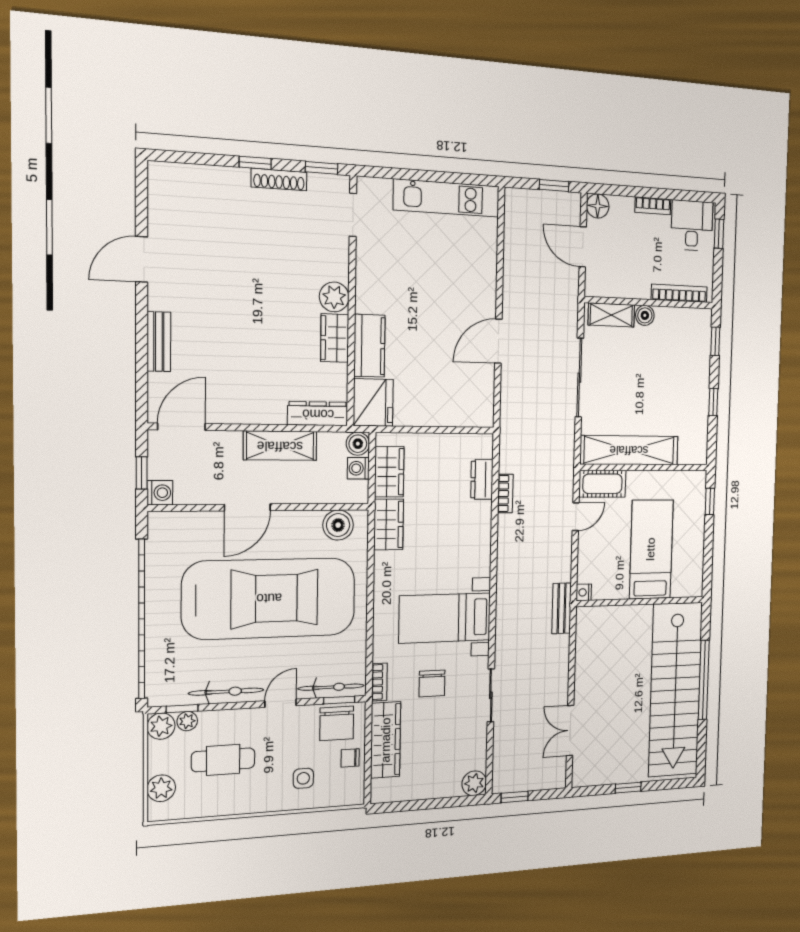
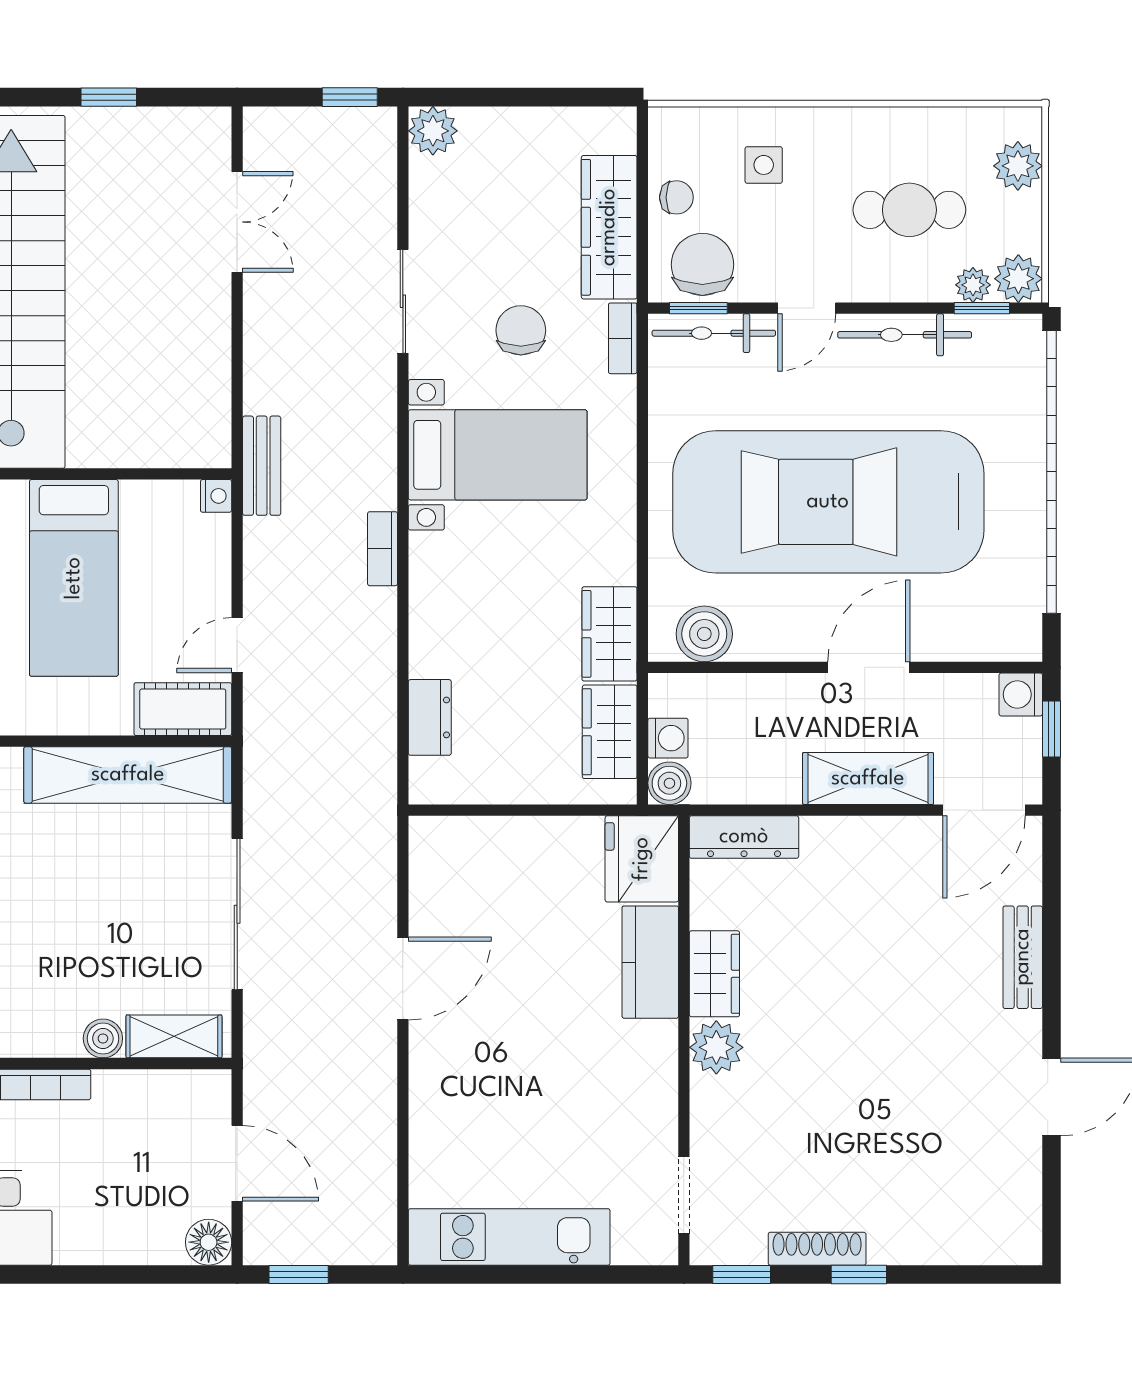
bookcase: (653, 206) -> (93, 1250), removed
shelving: (280, 446) -> (868, 779), moved
bookcase: (505, 494) -> (383, 549), moved

